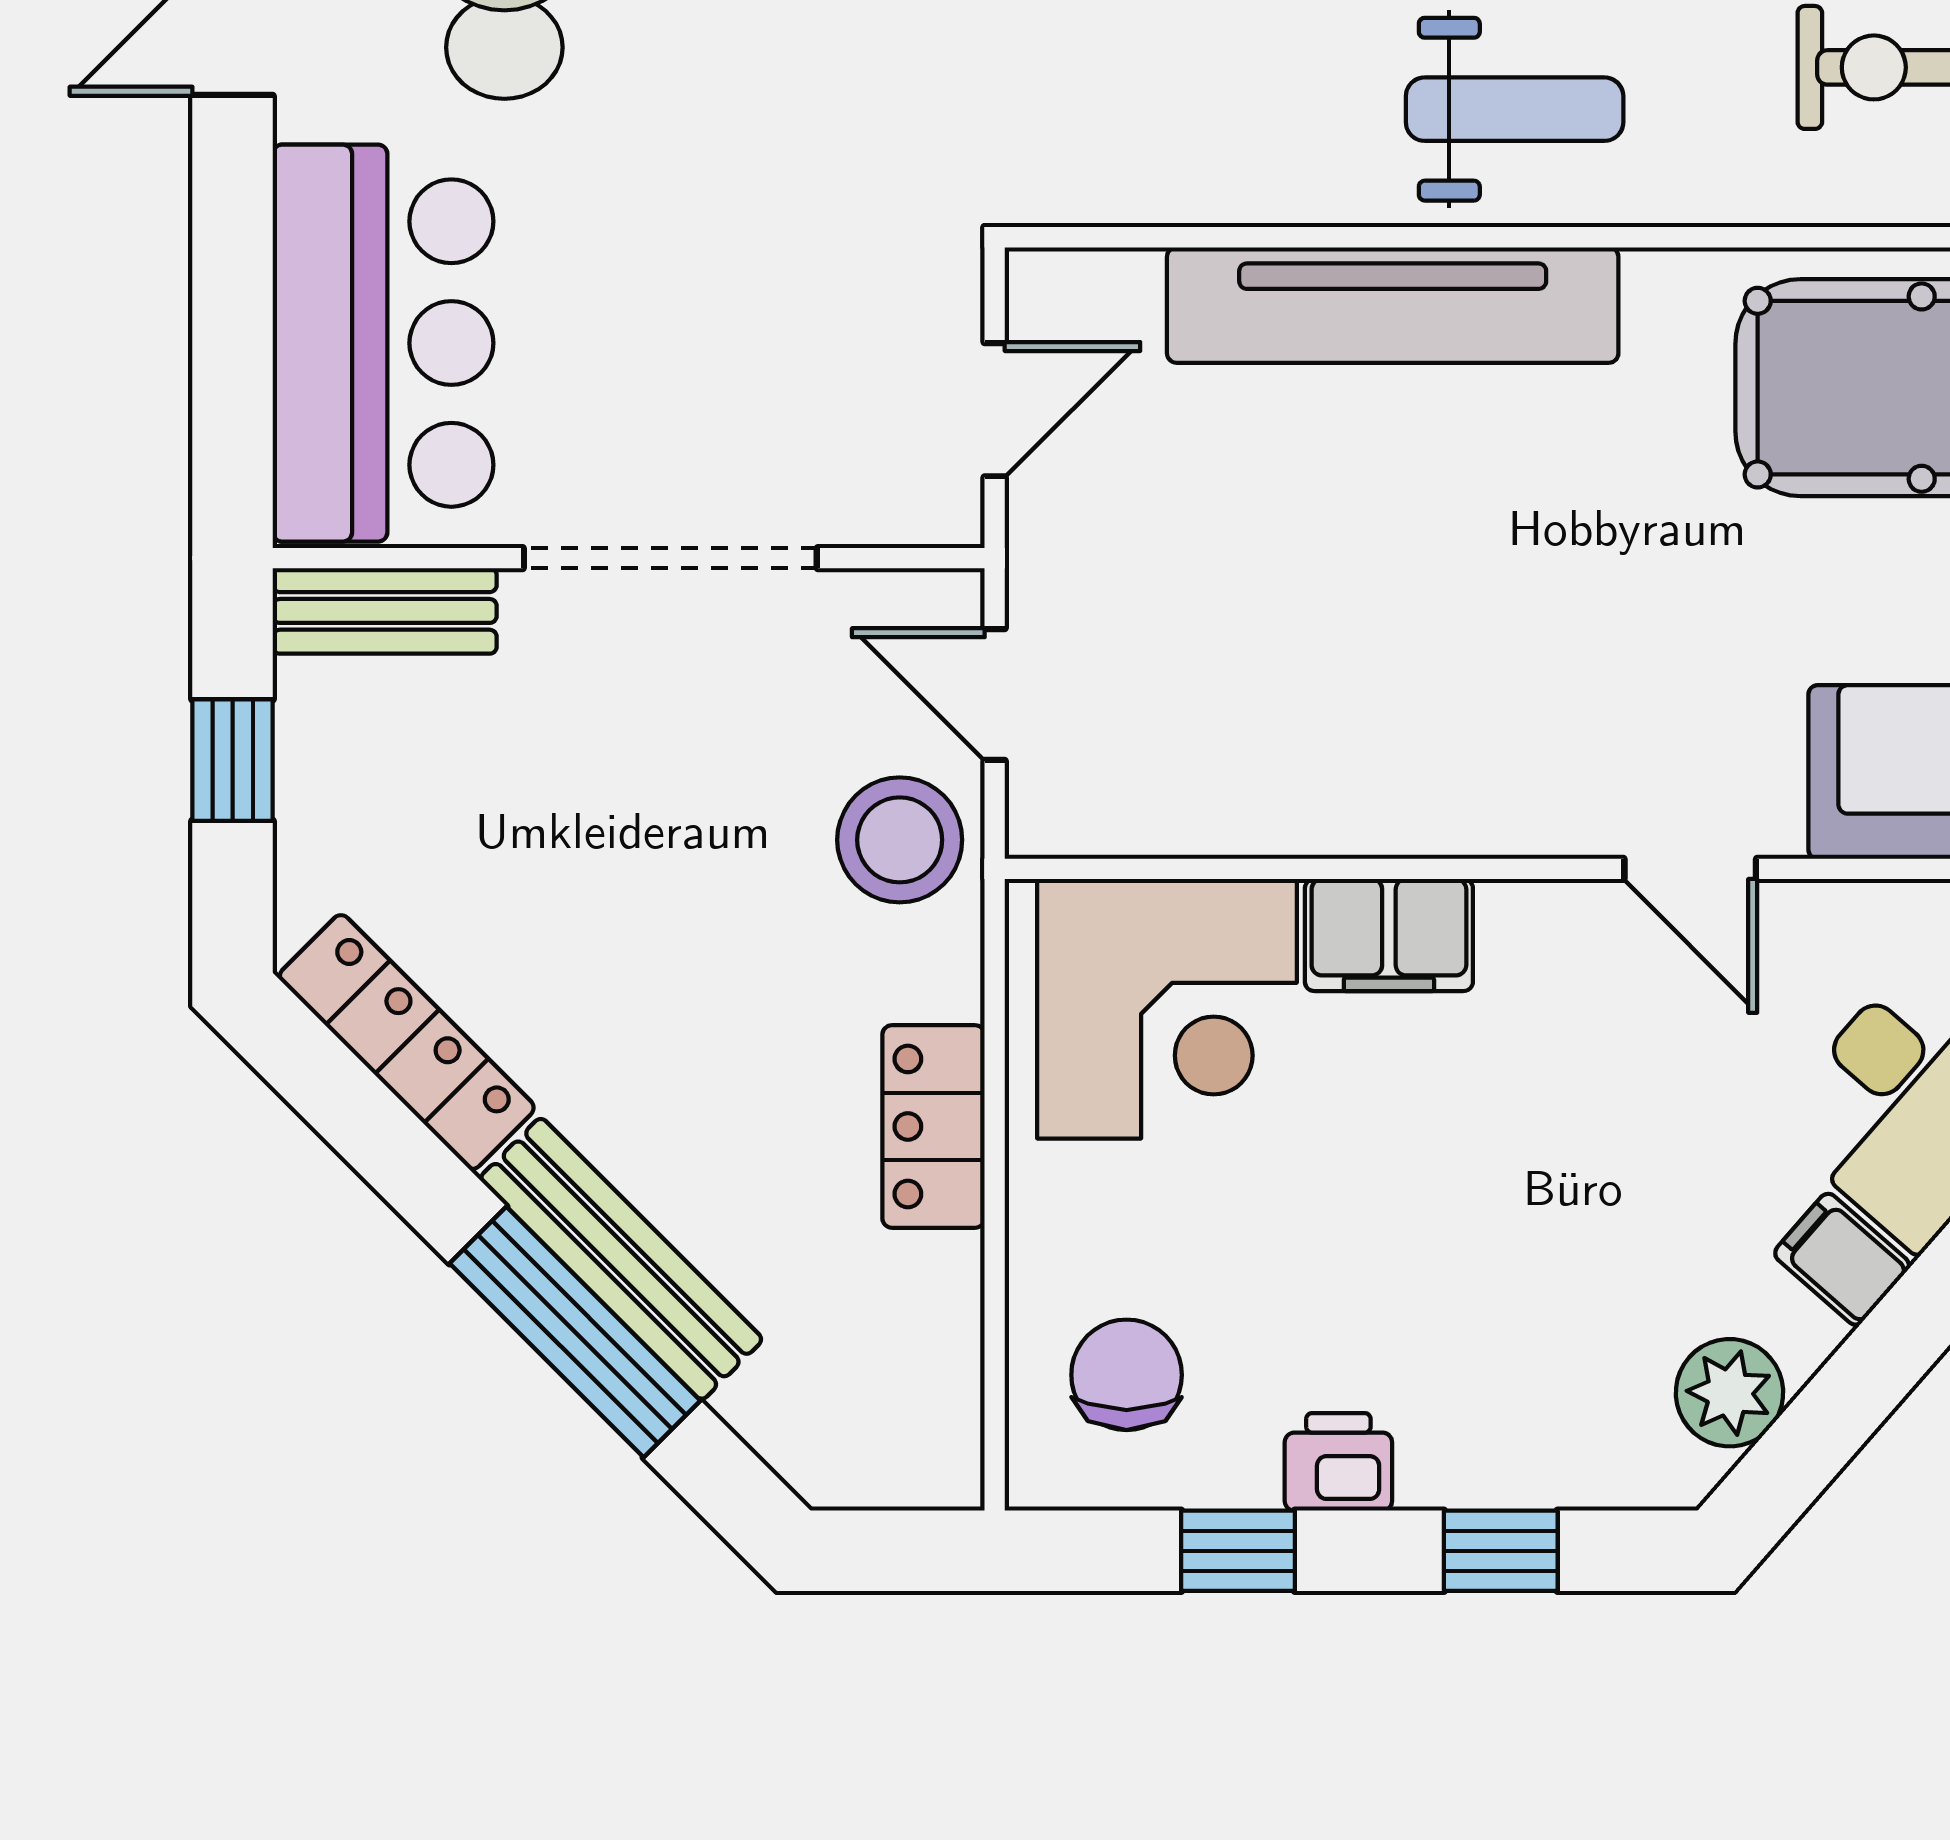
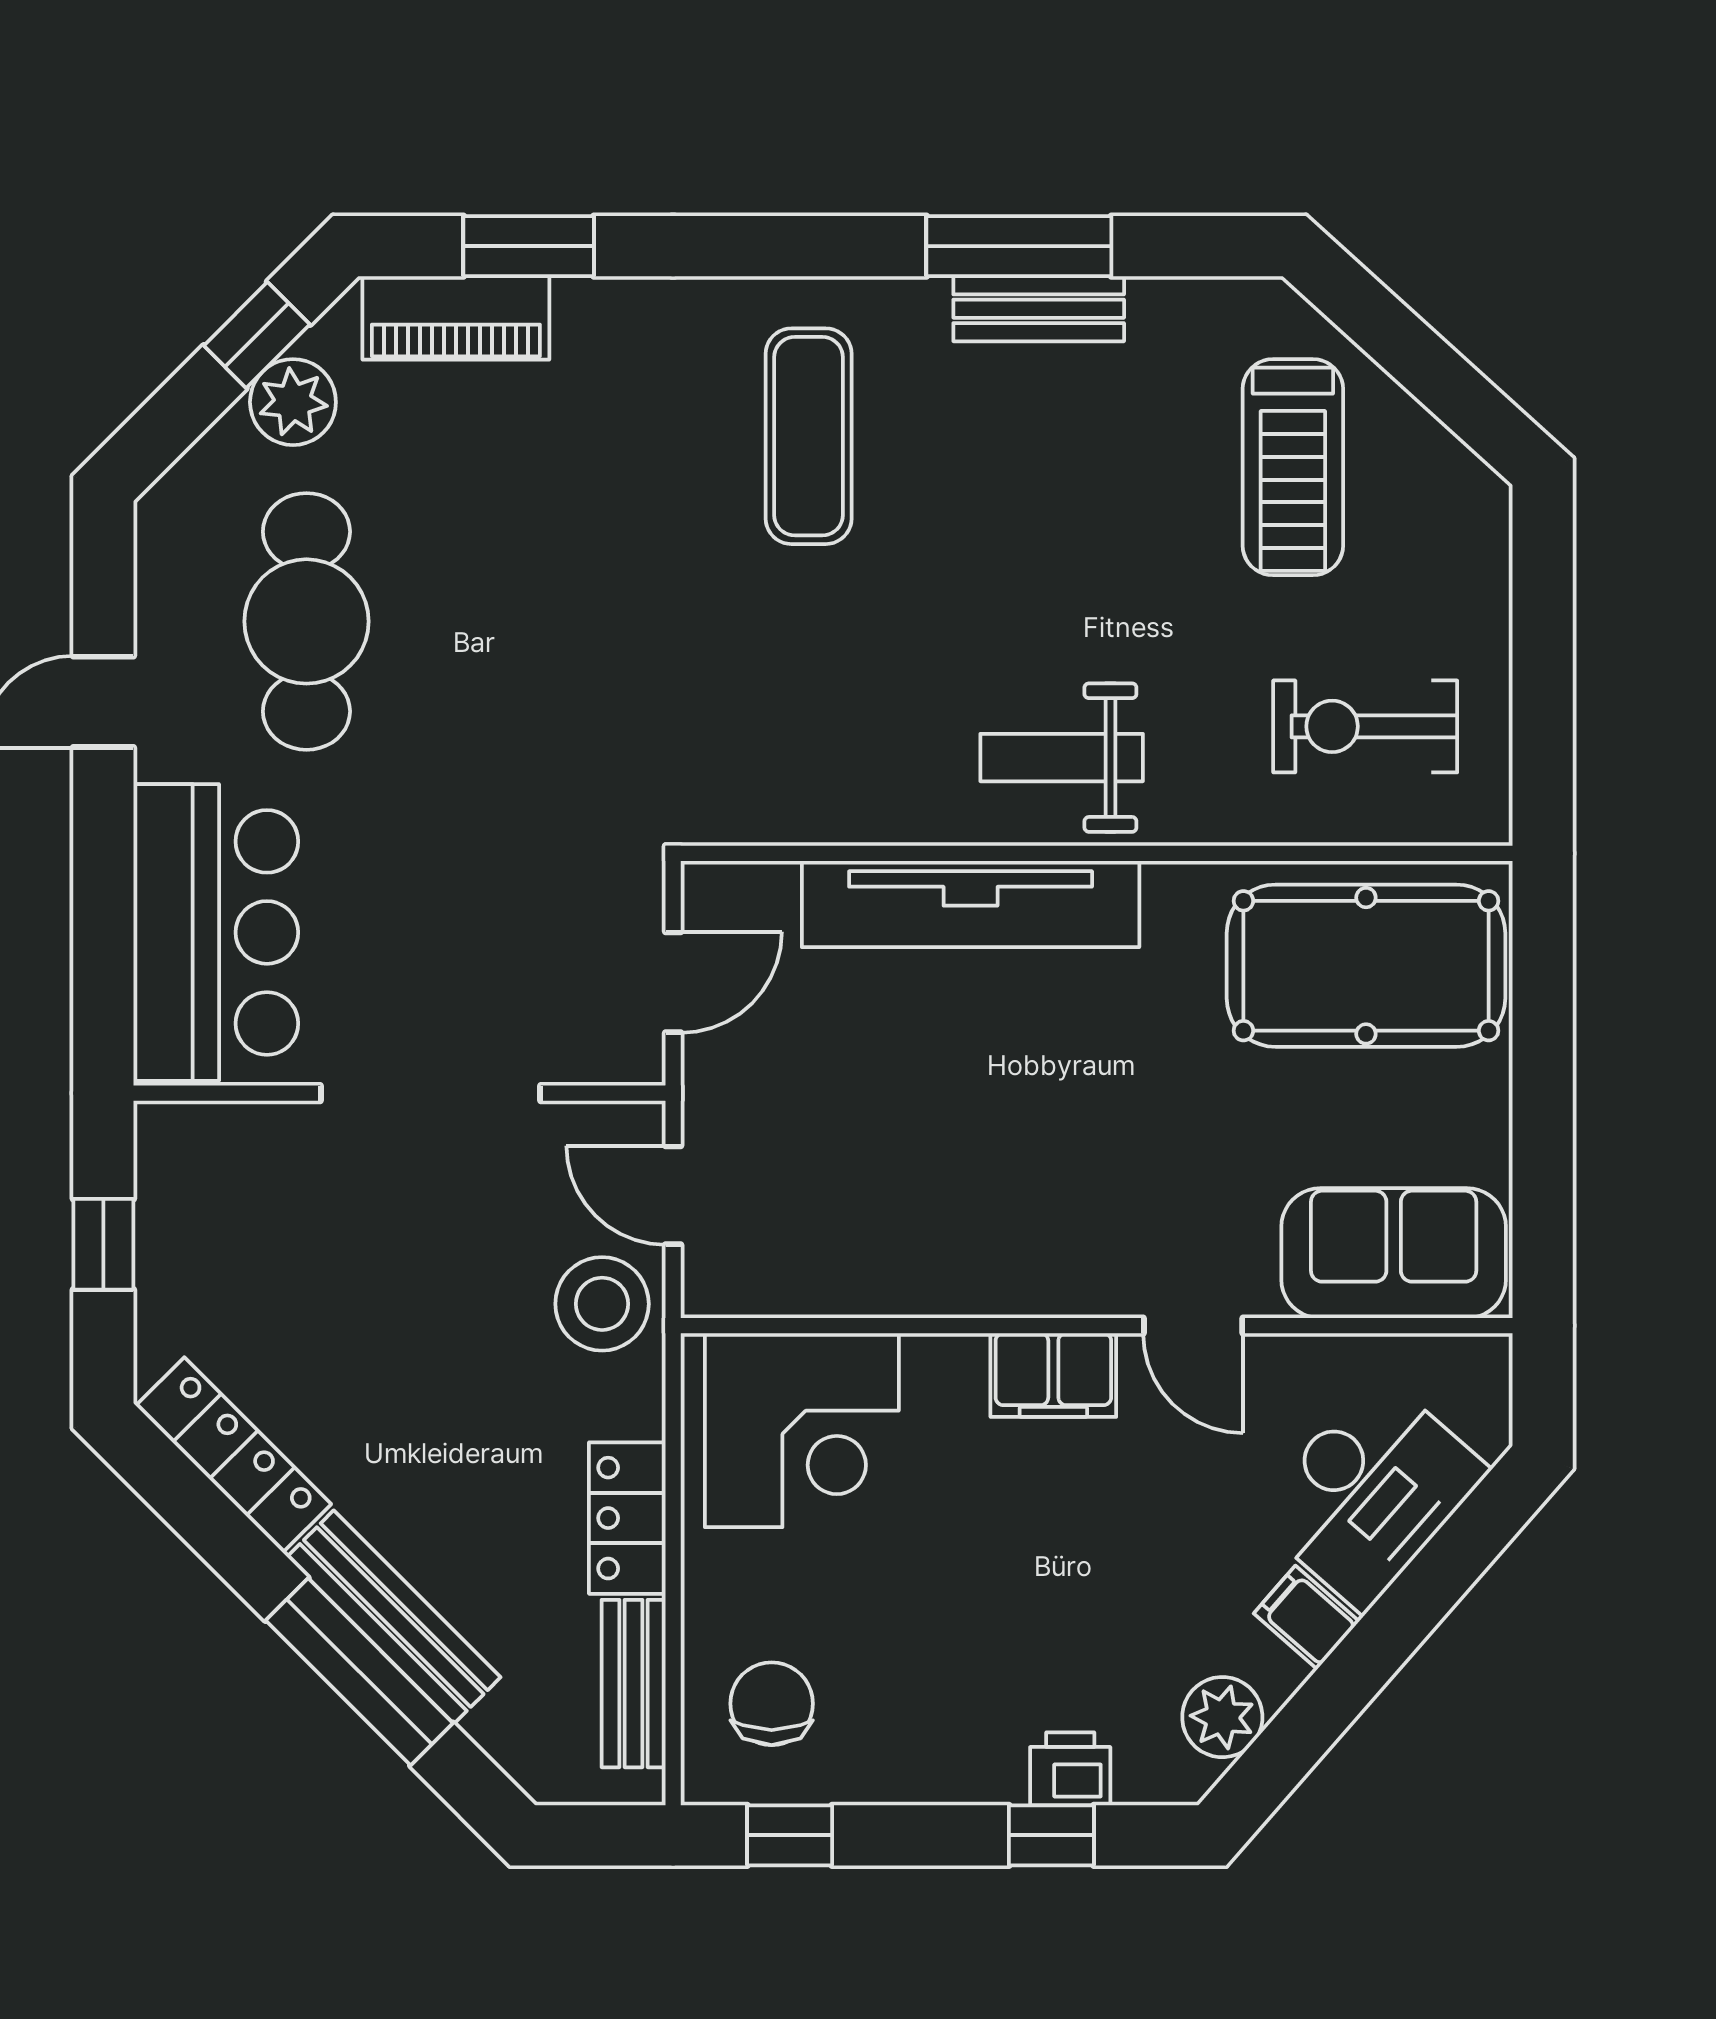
weight bench: (1515, 109) -> (1062, 758), turned 180
bench: (385, 611) -> (634, 1684), moved, turned 90
filing cabinet: (1389, 935) -> (1053, 1375), moved
printer: (1338, 1462) -> (1070, 1769), moved
window: (1238, 1551) -> (790, 1835), moved

